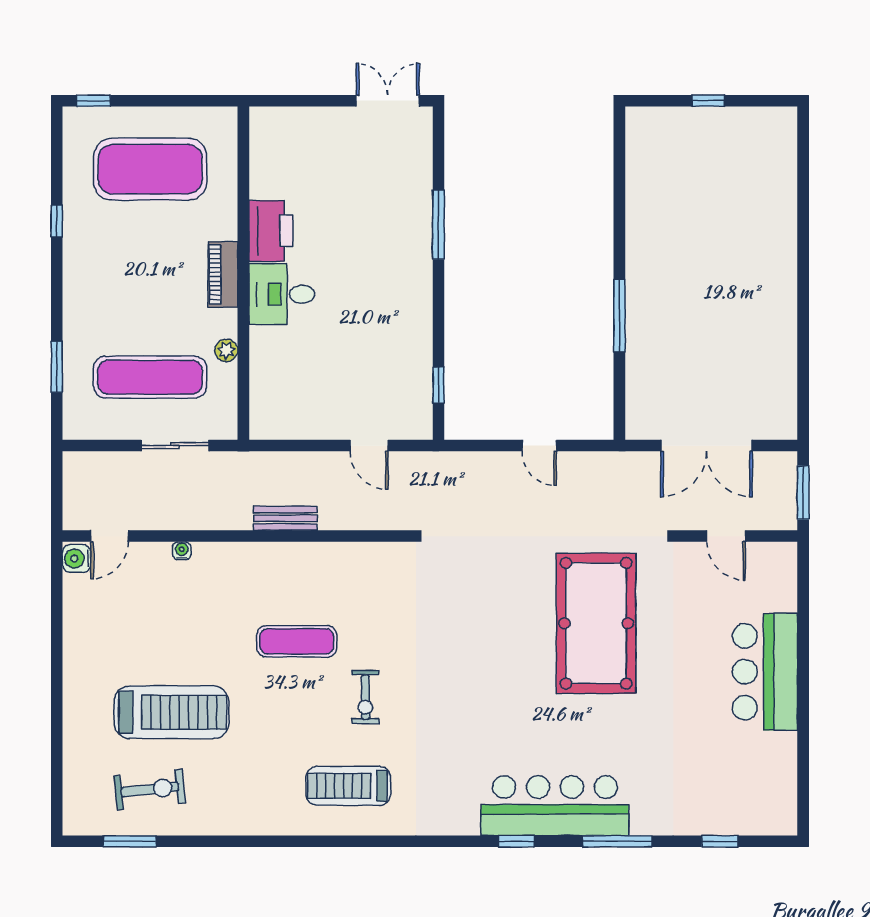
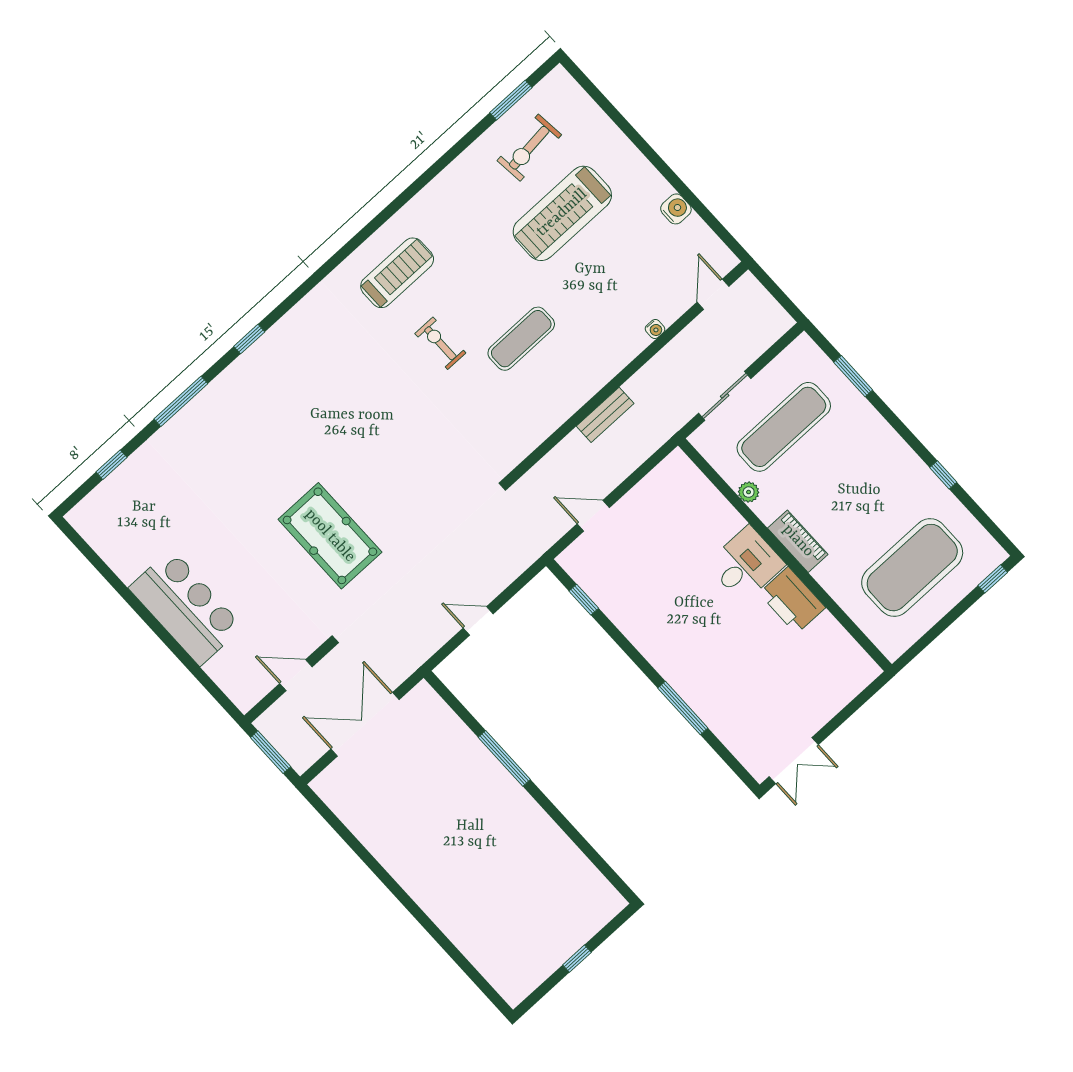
water cooler: (77, 559) -> (676, 209), moved
pool table: (596, 623) -> (330, 536), width x0.73, depth x0.76
bar counter: (555, 806) -> (245, 387), removed

